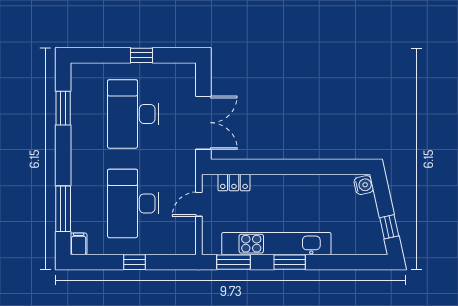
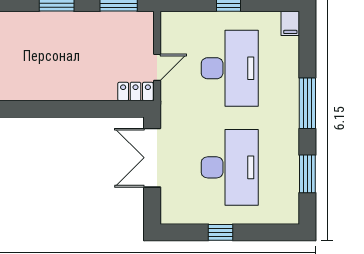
locker: (234, 182) -> (136, 91), moved
window: (63, 209) -> (307, 103), moved
kitchen unit: (276, 244) -> (71, 24), removed

